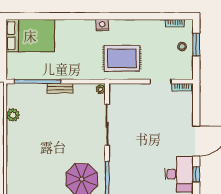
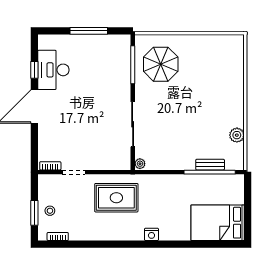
nightstand: (102, 25) -> (151, 234), moved
bench: (60, 88) -> (210, 165), moved

